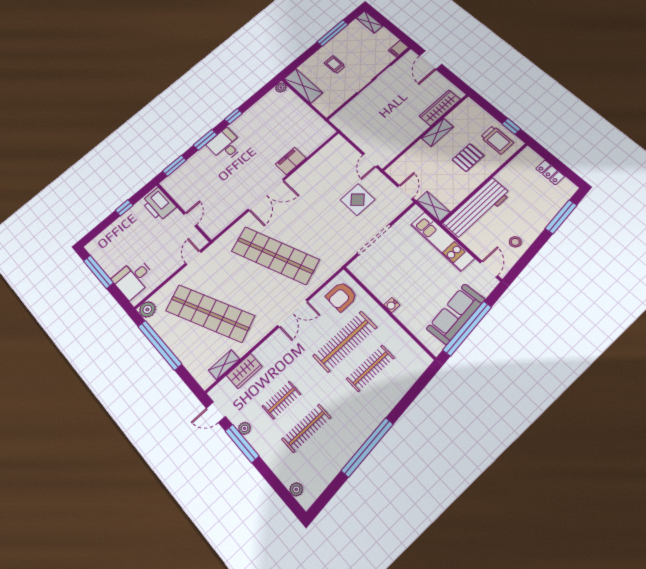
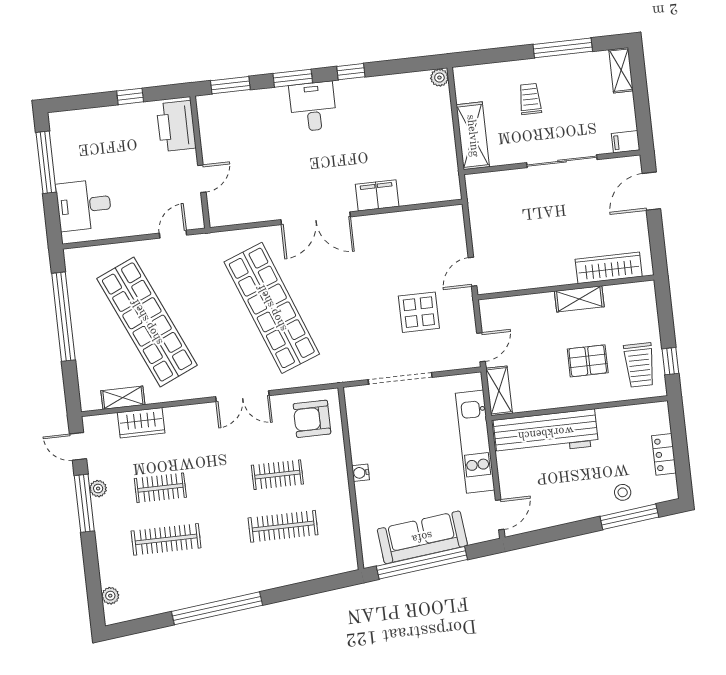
shelving: (303, 86) -> (473, 136), moved
stool: (515, 242) -> (623, 492), moved
plant: (147, 309) -> (76, 260), removed
clothes rail: (345, 342) -> (277, 475), width x0.54, depth x0.76

